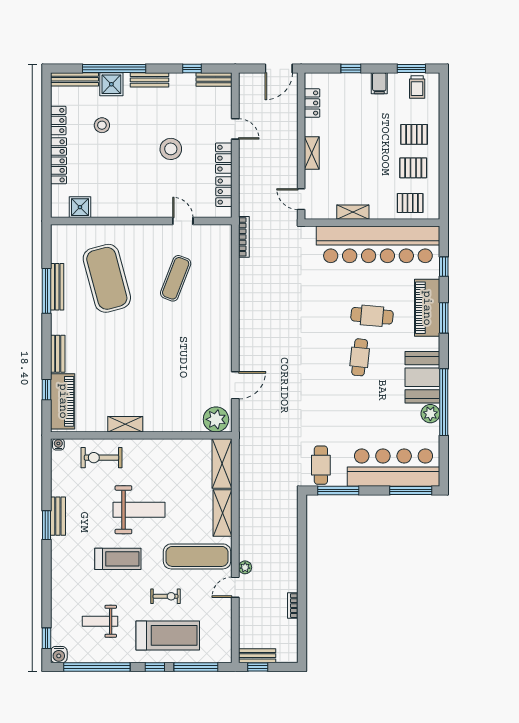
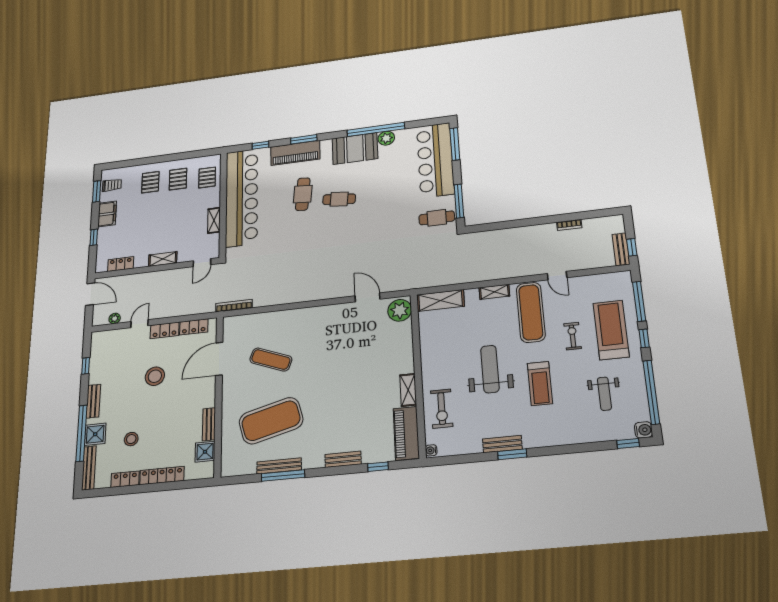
bench: (214, 80) -> (209, 424), moved
filing cabinet: (379, 83) -> (107, 214), width x2.00
door: (183, 221) -> (219, 359), width x1.88
piano: (63, 401) -> (406, 433), moved, turned -90
shelving: (223, 513) -> (494, 292), width x0.67, depth x0.75
treadmill: (118, 559) -> (540, 383), turned 180
plant: (245, 567) -> (115, 319), moved

